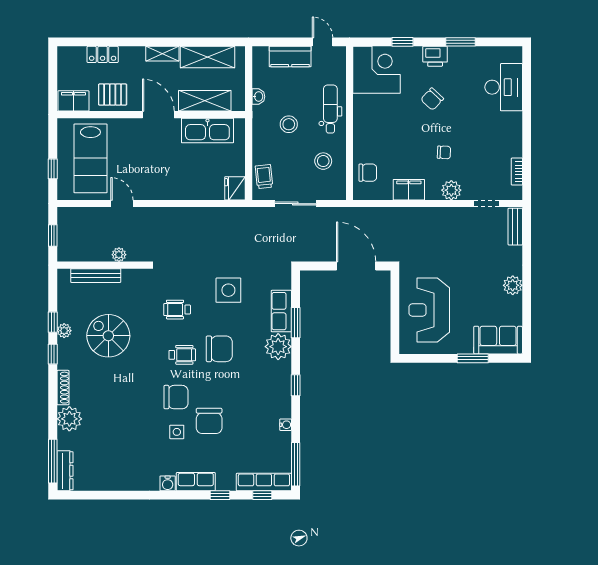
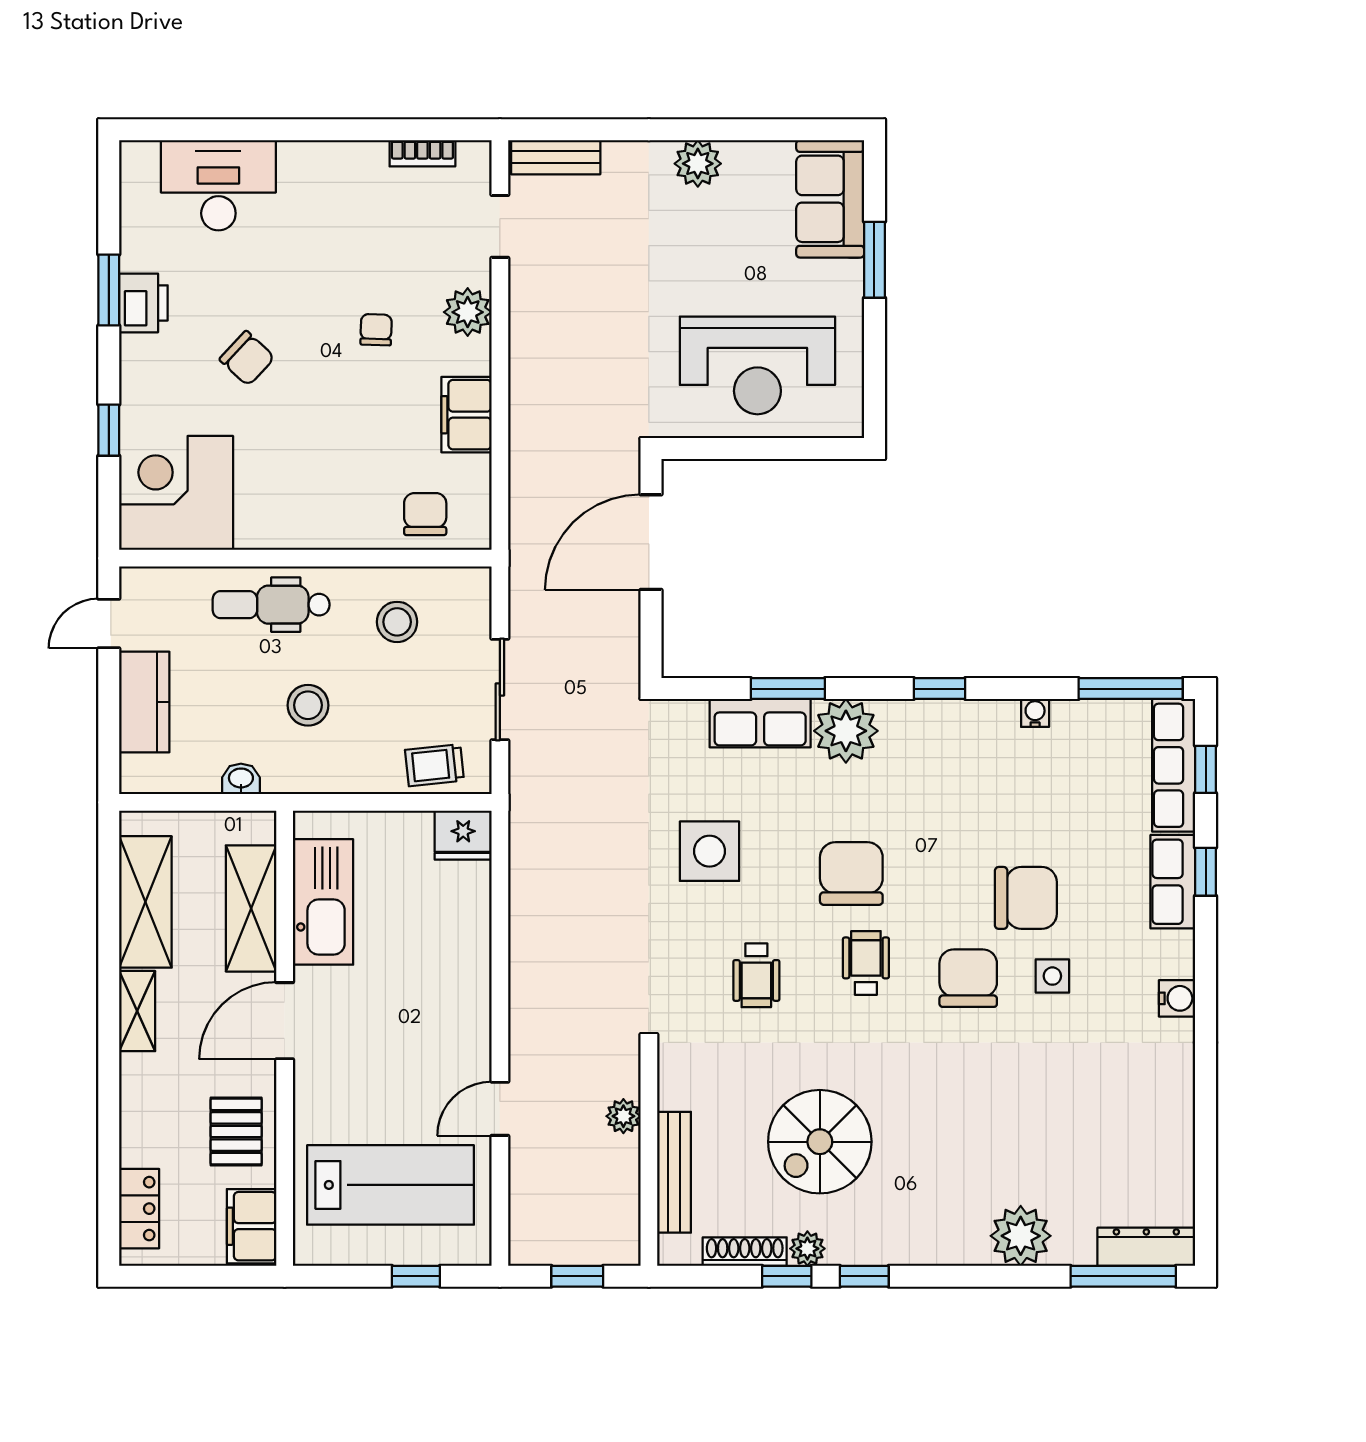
locker: (103, 54) -> (139, 1209), moved
printer: (435, 56) -> (143, 303), moved
shoe rack: (63, 388) -> (745, 1252), moved
row of seats: (196, 482) -> (1173, 882), moved

